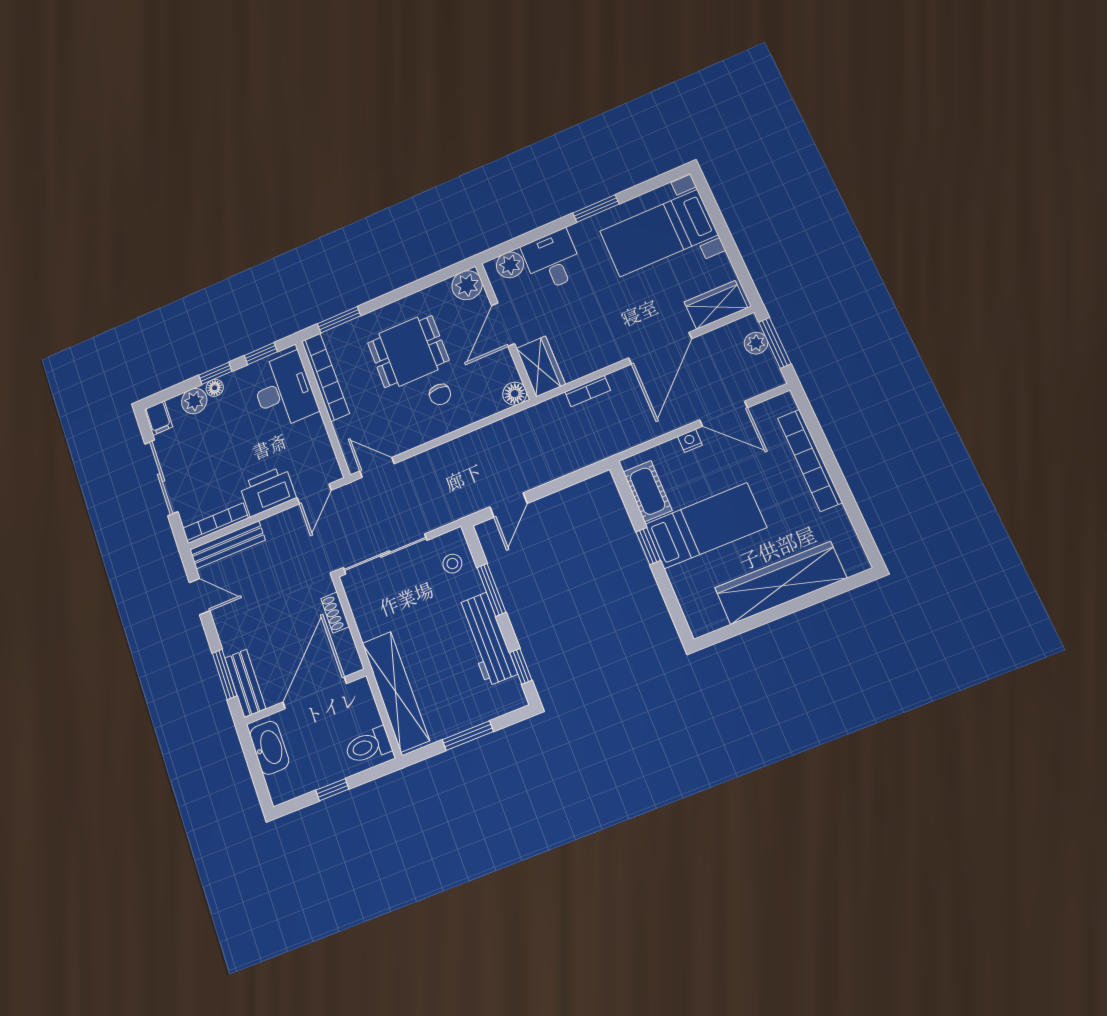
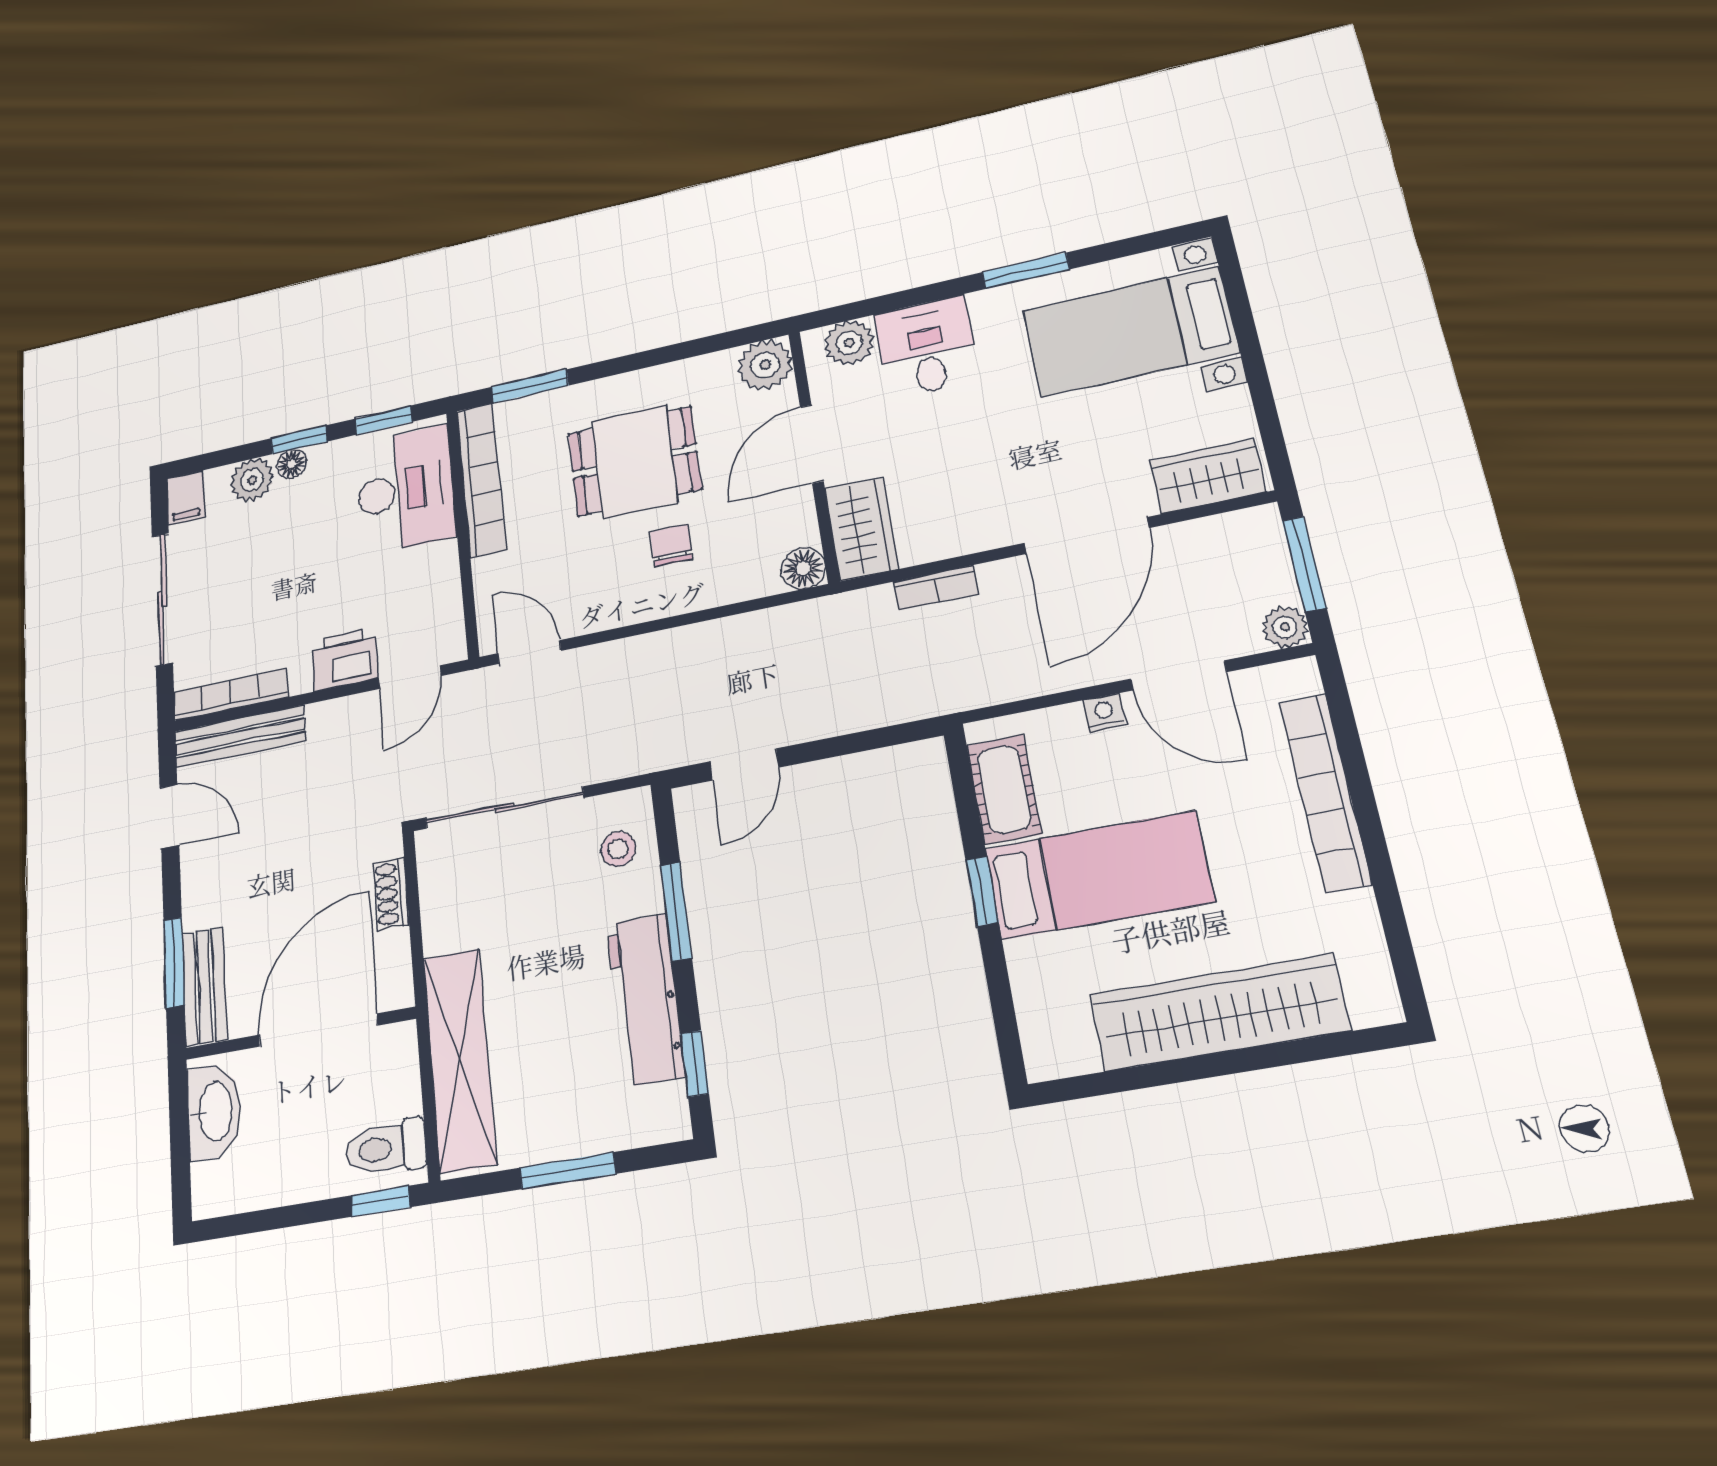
plant: (756, 343) -> (1285, 627), moved
chair: (440, 394) -> (671, 545), turned 180
printer: (268, 491) -> (345, 659), width x0.73, depth x0.84
window: (332, 790) -> (380, 1201), moved

